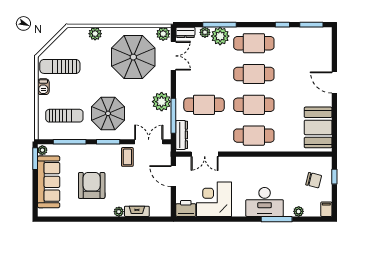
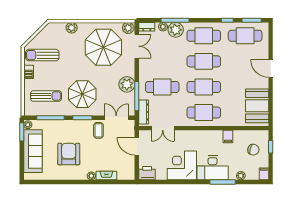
cafe table: (304, 43) -> (245, 36), added
filing cabinet: (283, 164) -> (228, 137), added
corner desk: (214, 199) -> (182, 165), moved

